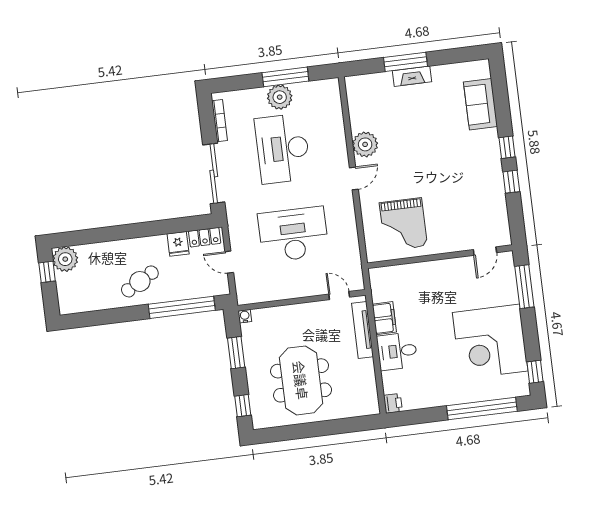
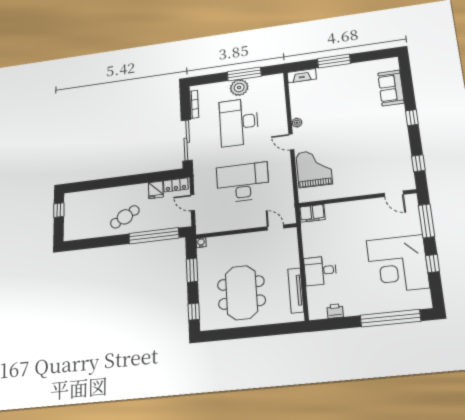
fireplace: (412, 76) -> (302, 76), moved
plant: (365, 144) -> (297, 123), width x0.53, depth x0.53
door: (354, 178) -> (291, 142), swing flipped
window: (511, 182) -> (418, 163), moved
grand piano: (403, 224) -> (314, 168), moved, turned 180
door: (485, 251) -> (394, 194), hinge flipped
plant: (65, 259) -> (73, 201), removed
filing cabinet: (384, 318) -> (312, 213), moved, turned 90
tv unit: (362, 330) -> (296, 290), moved
window: (535, 372) -> (433, 264), moved
printer: (393, 403) -> (335, 311), moved, turned -90

